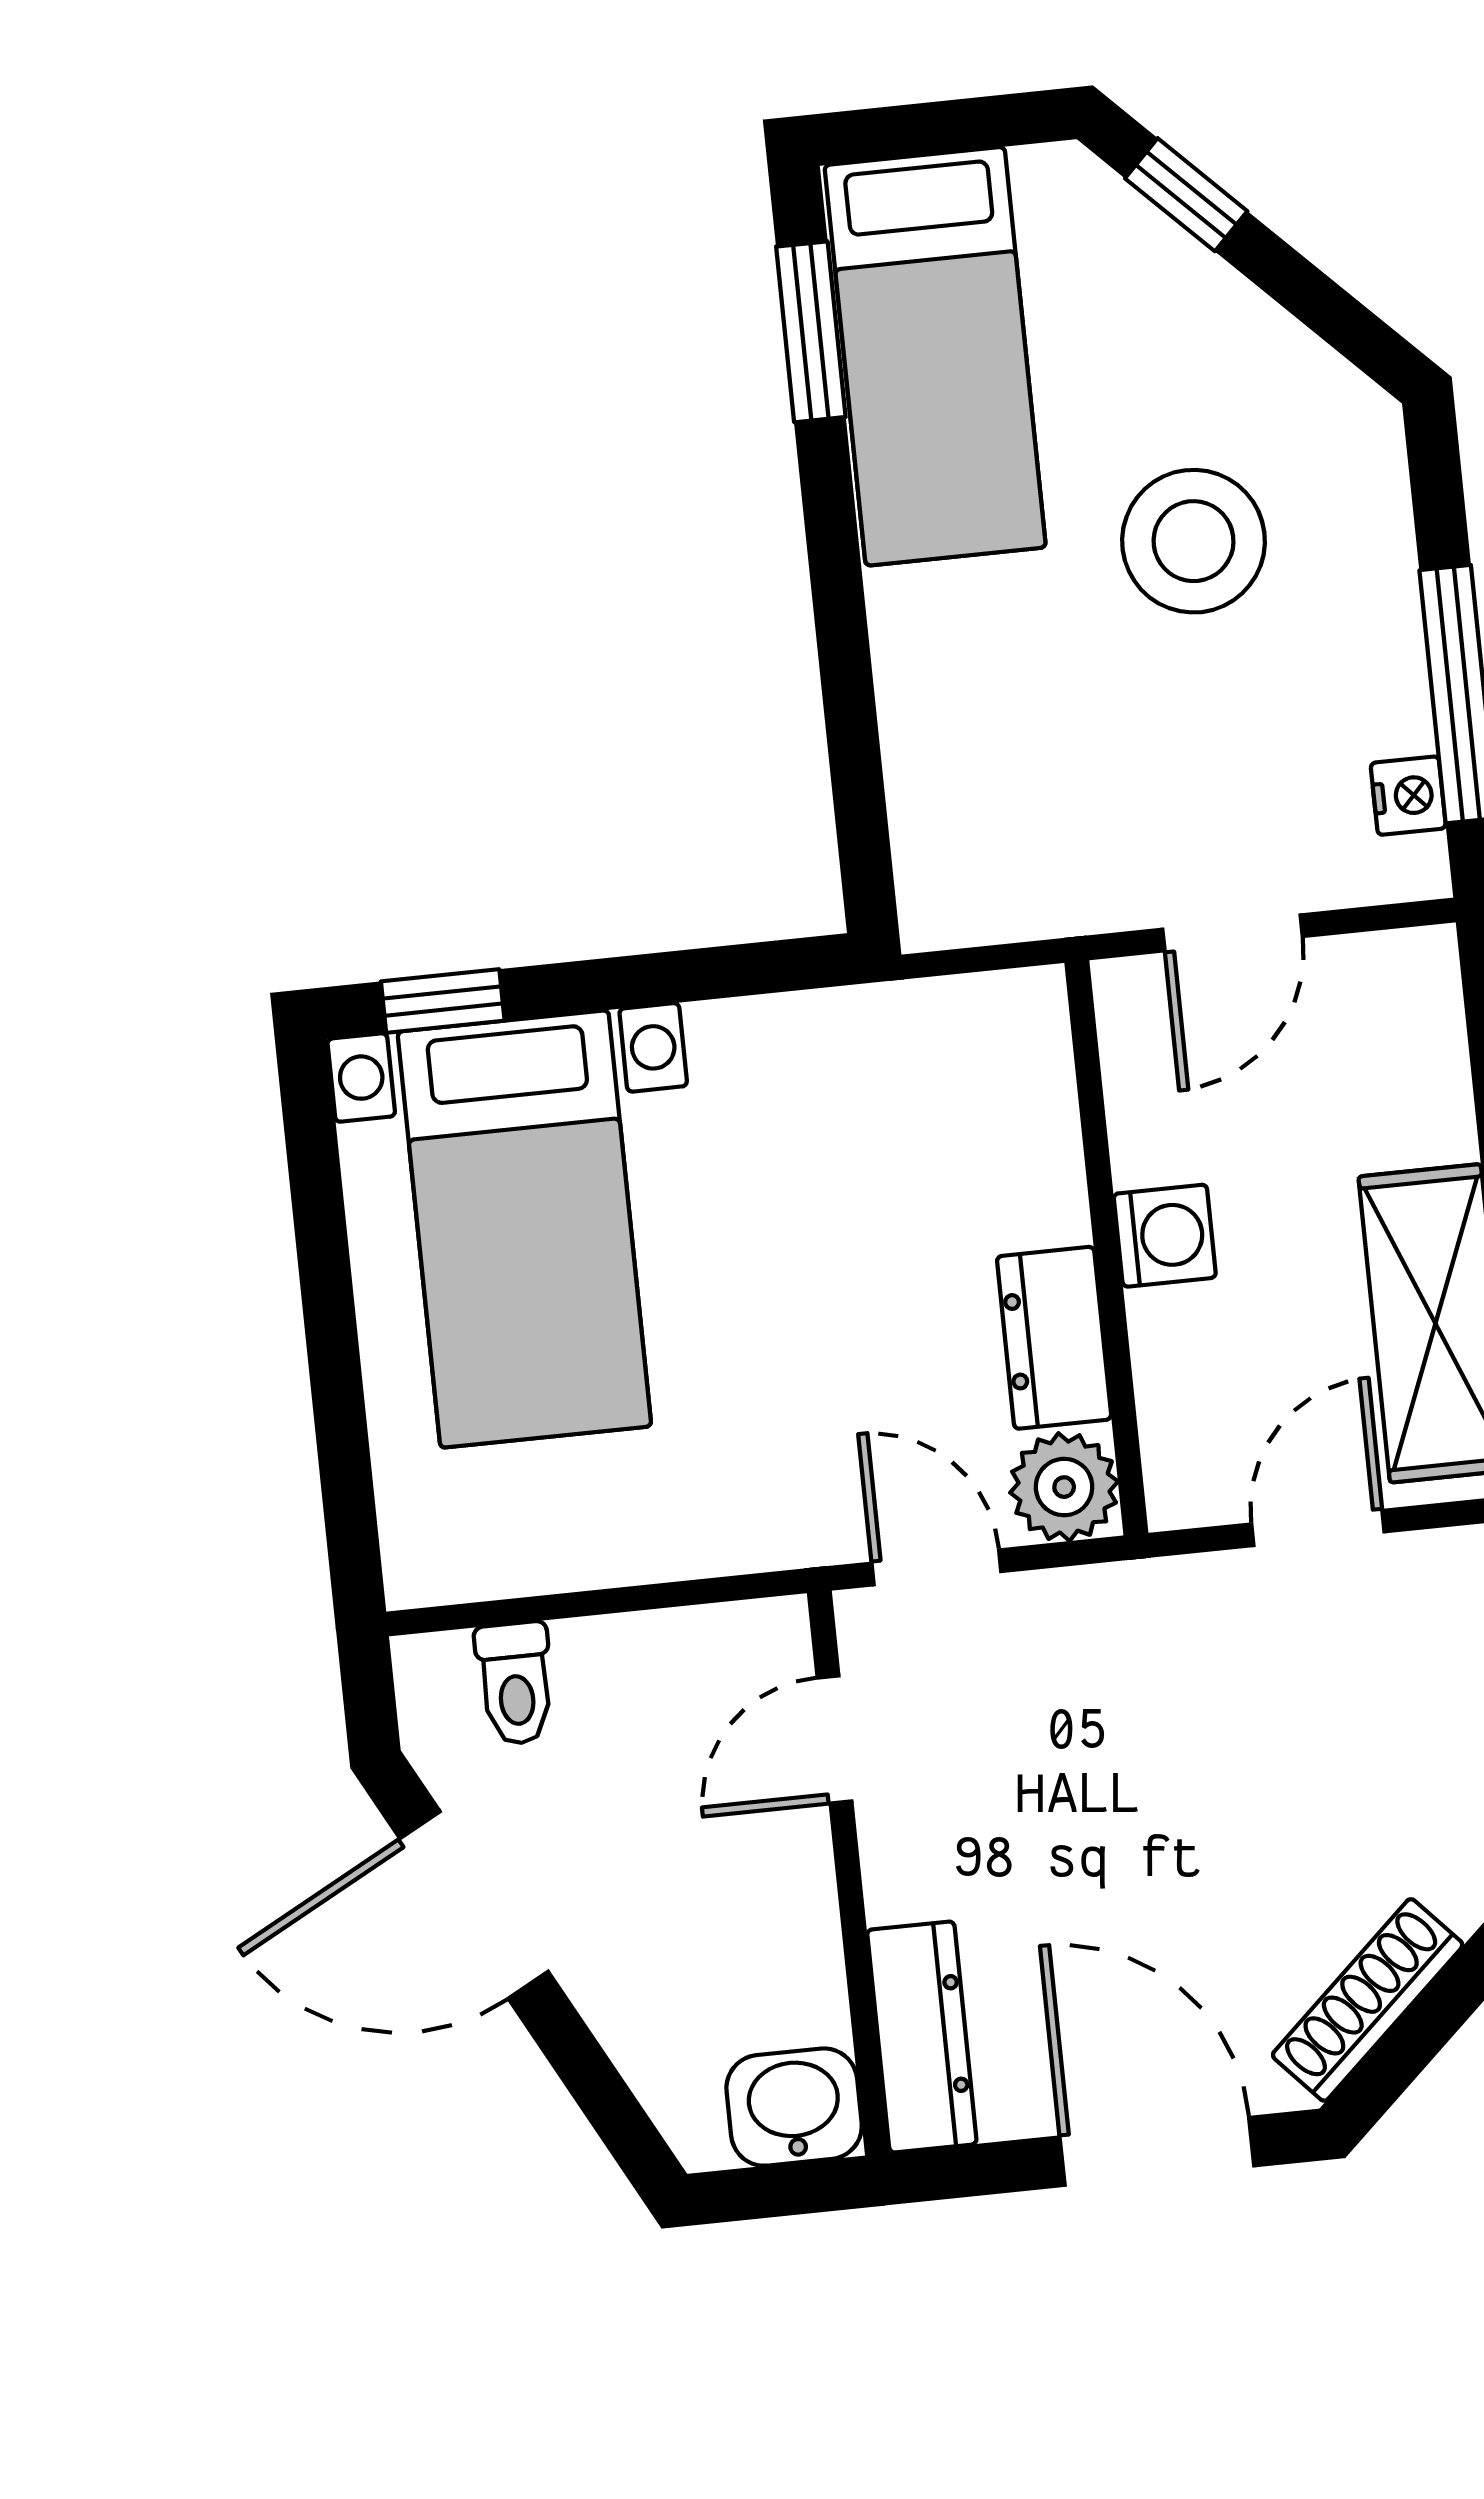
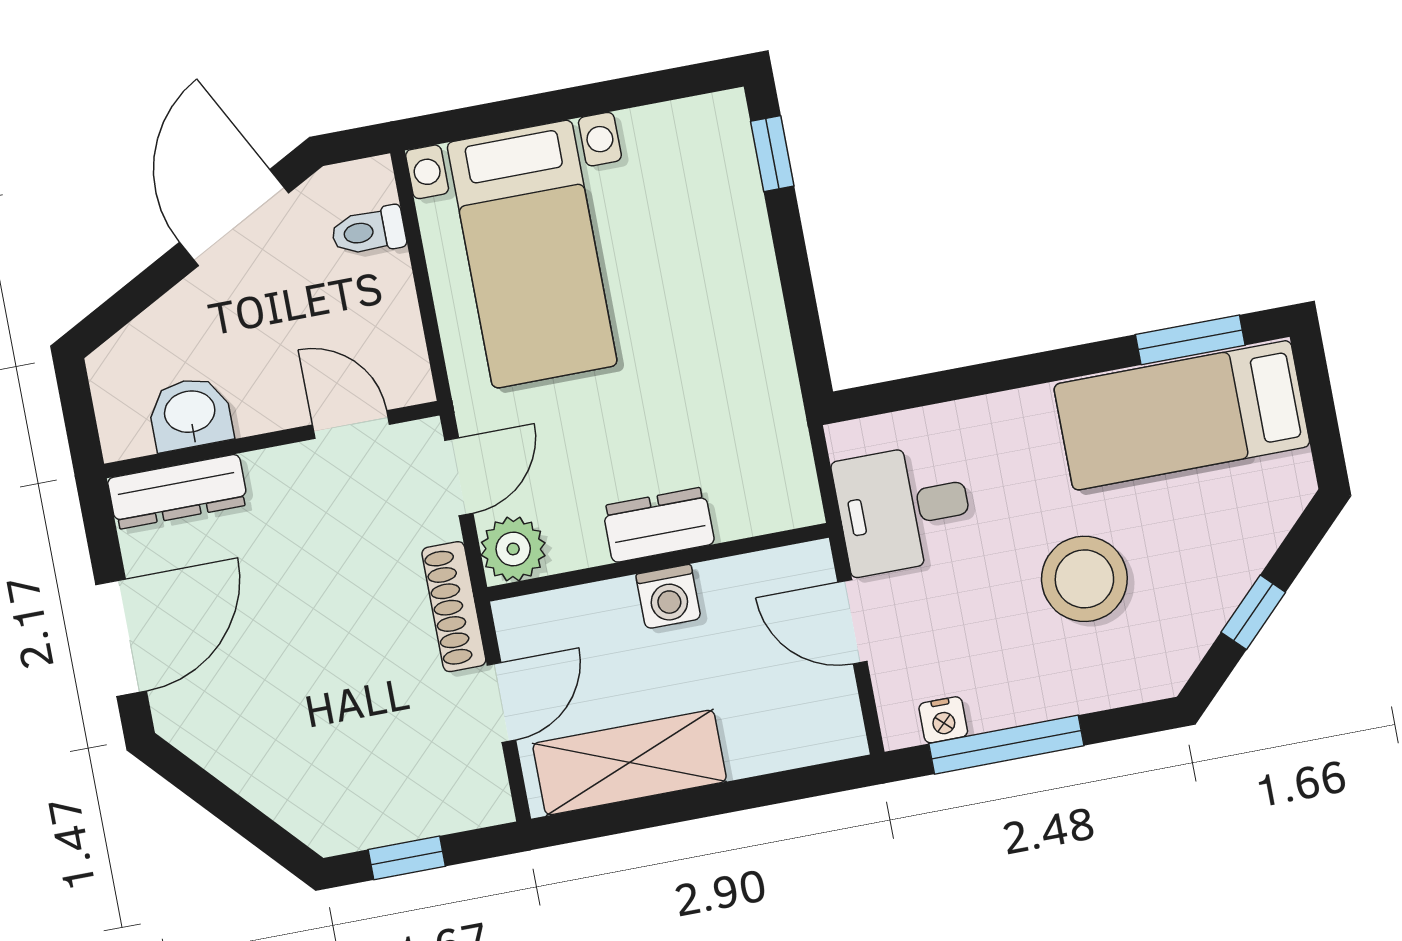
window: (1186, 195) -> (1253, 612), moved
desk: (1052, 832) -> (904, 509), added
bed with nightstands: (524, 1229) -> (532, 254), moved, turned -90
dresser: (1054, 1338) -> (658, 525), moved
door: (1318, 1528) -> (501, 703), hinge flipped
shoe rack: (1368, 2000) -> (454, 607), moved, turned -137
washbasin: (794, 2107) -> (190, 414), moved, turned -90

